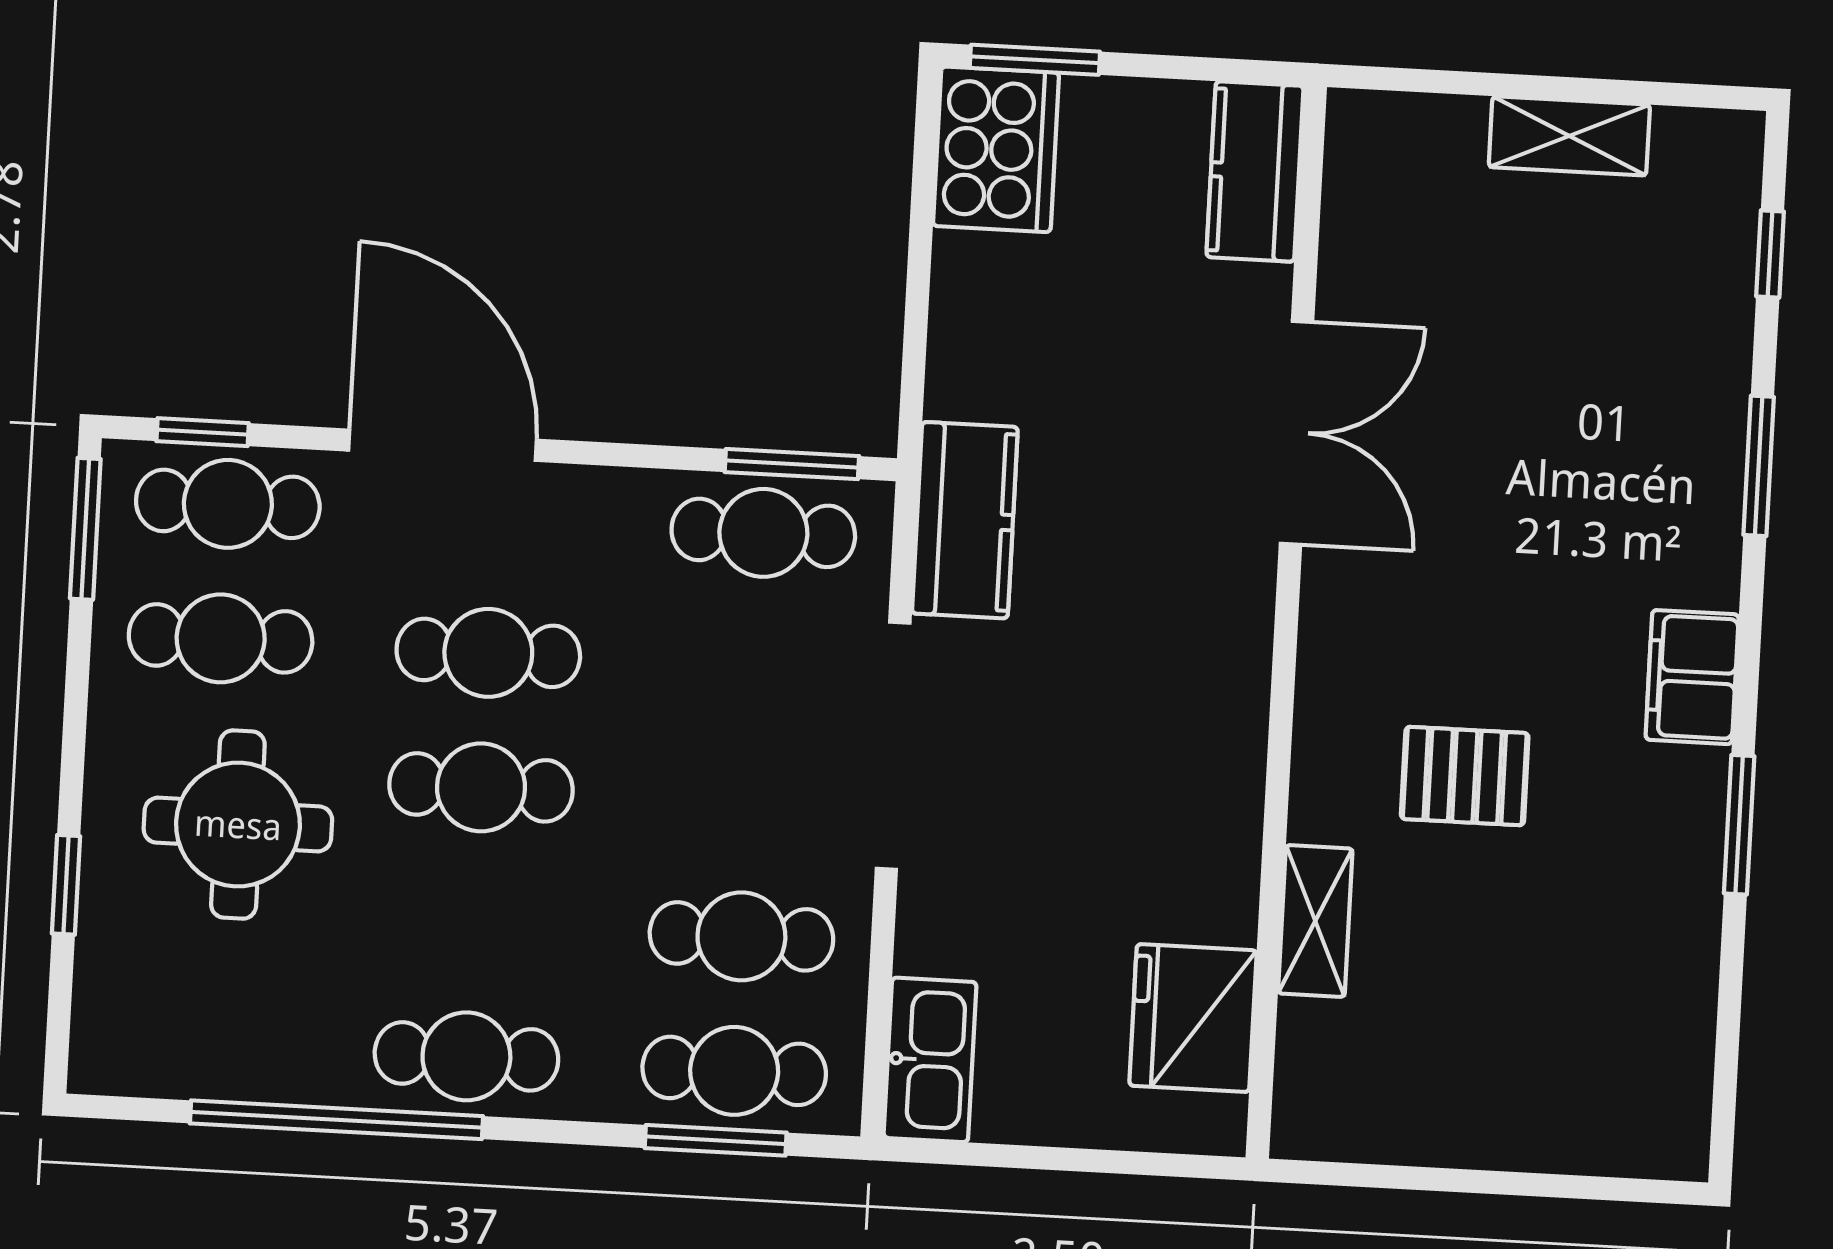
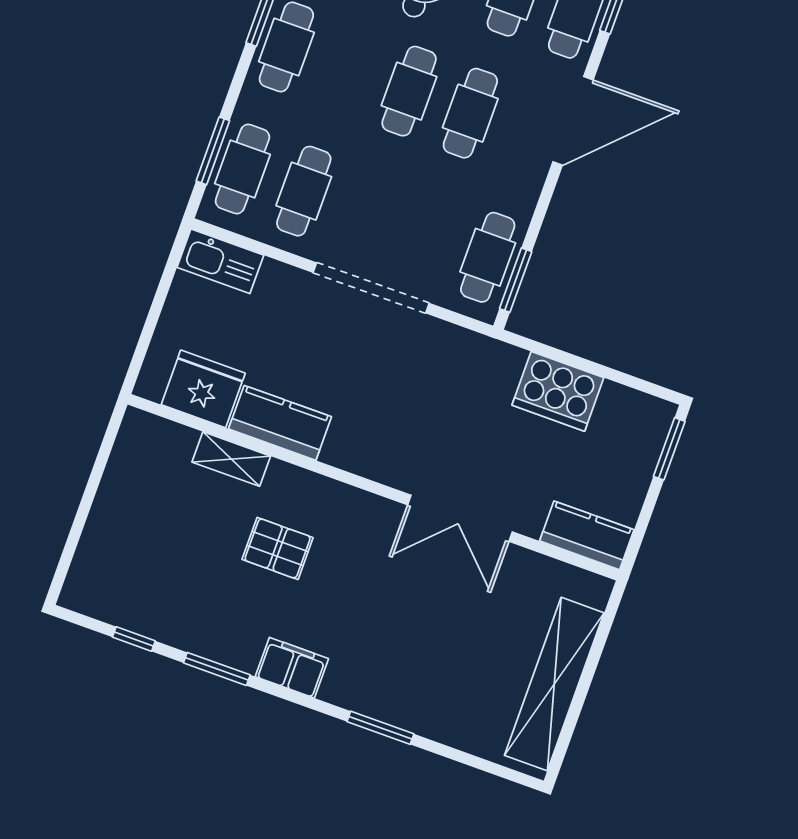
shelving: (1569, 136) -> (554, 684), width x2.20, depth x1.33
cooker: (996, 149) -> (558, 391), moved
window: (1770, 254) -> (134, 639), moved
kitchen counter: (965, 520) -> (280, 423), moved, turned 180
pallet: (1465, 776) -> (278, 548), turned 90

